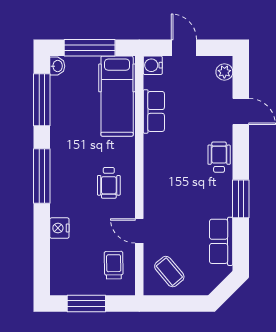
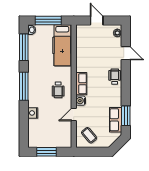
water cooler: (153, 65) -> (81, 101), moved
row of seats: (154, 111) -> (81, 84), moved
window: (241, 199) -> (126, 116), moved
door: (139, 231) -> (74, 114), hinge flipped
trolley: (114, 265) -> (61, 132), removed

